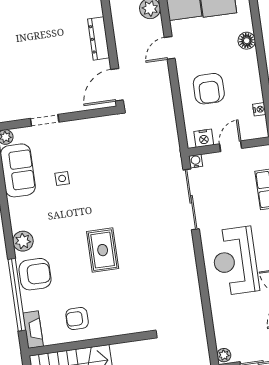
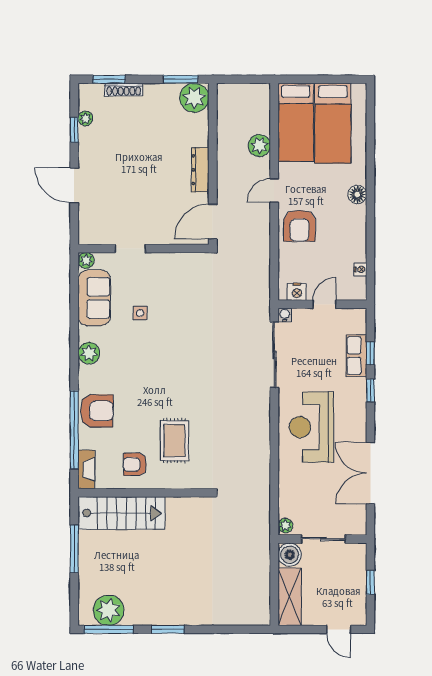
armchair: (209, 89) -> (300, 226), moved
plant: (23, 241) -> (89, 353), moved
rug: (103, 250) -> (174, 441), moved

